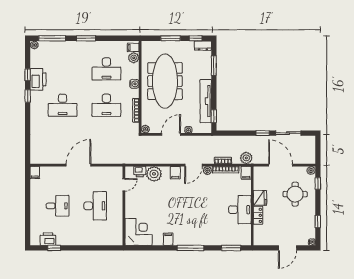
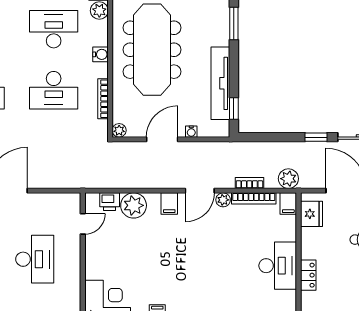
desk: (106, 69) -> (54, 29), turned 180
fridge: (260, 198) -> (312, 214), moved

